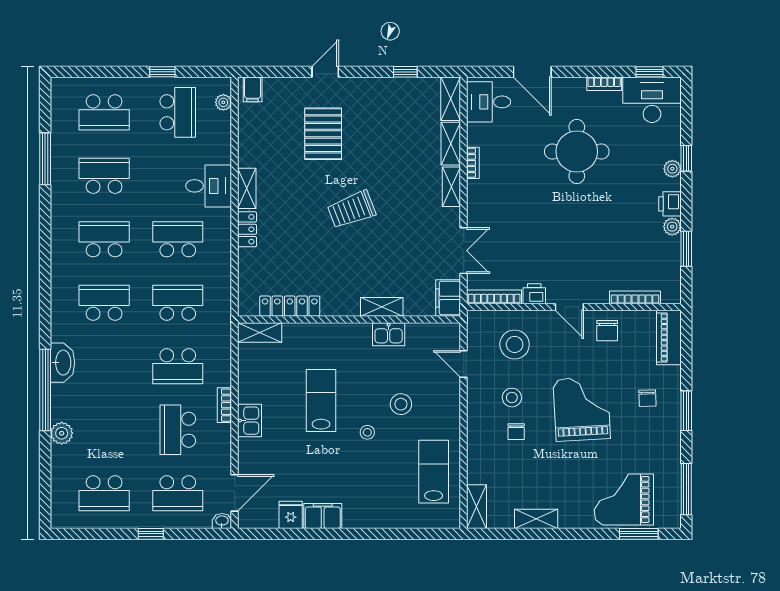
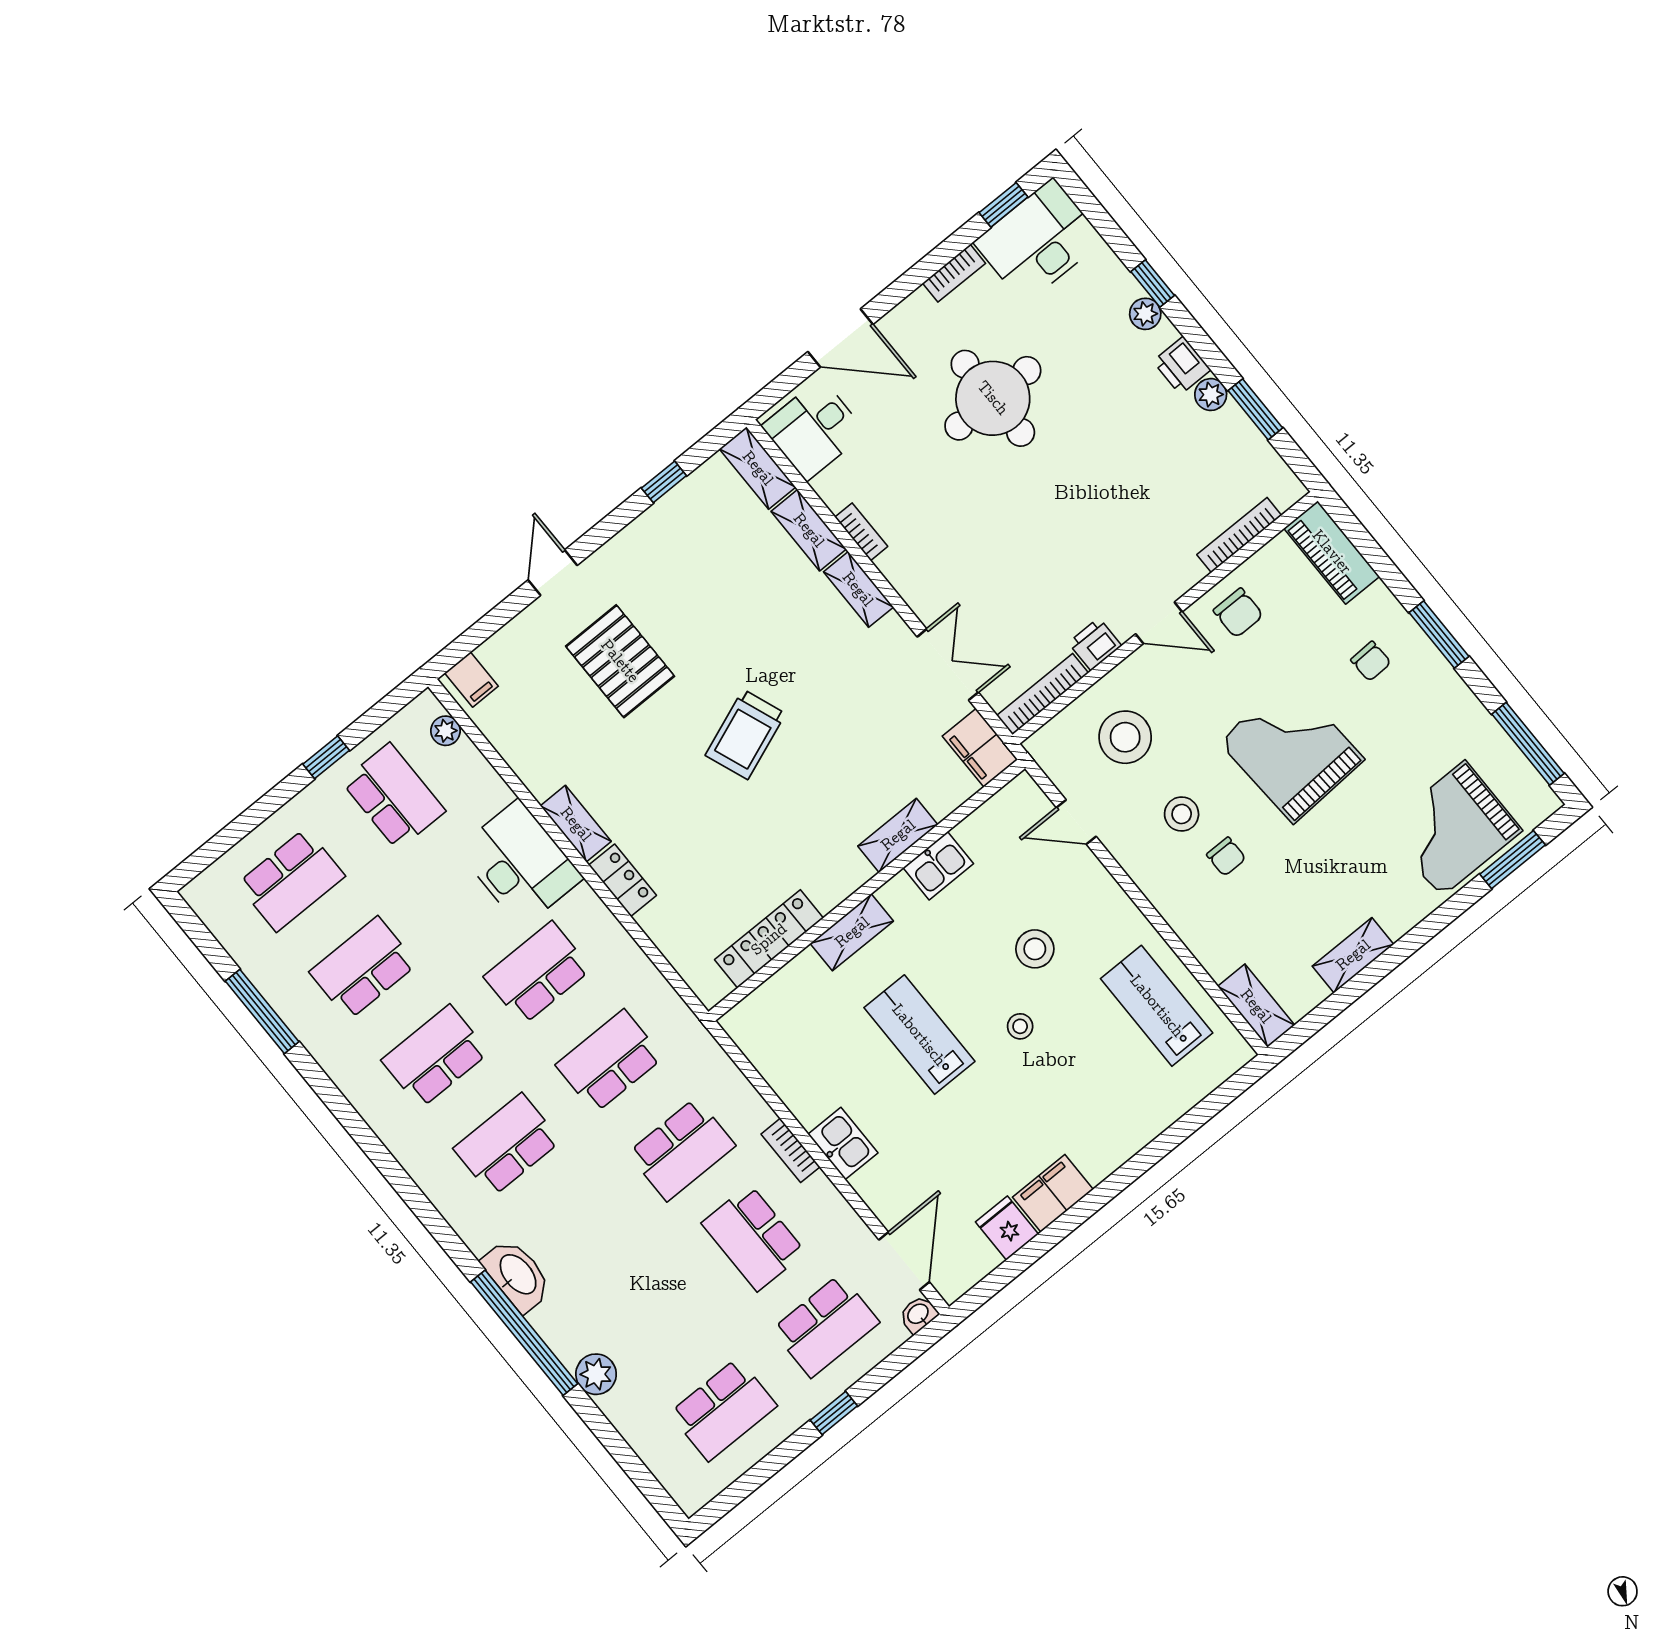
desk: (209, 186) -> (520, 864), width x1.37
shelving: (260, 332) -> (852, 932), moved

